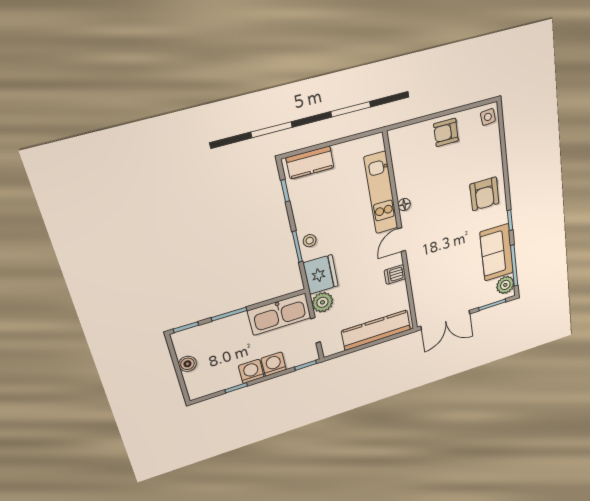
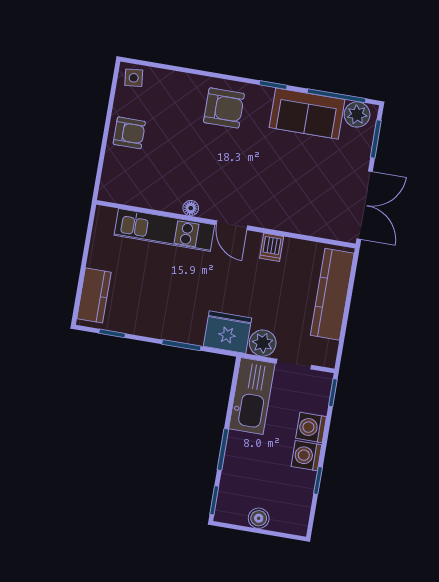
armchair: (446, 132) -> (129, 133), turned -90
stool: (310, 241) -> (181, 329), removed

